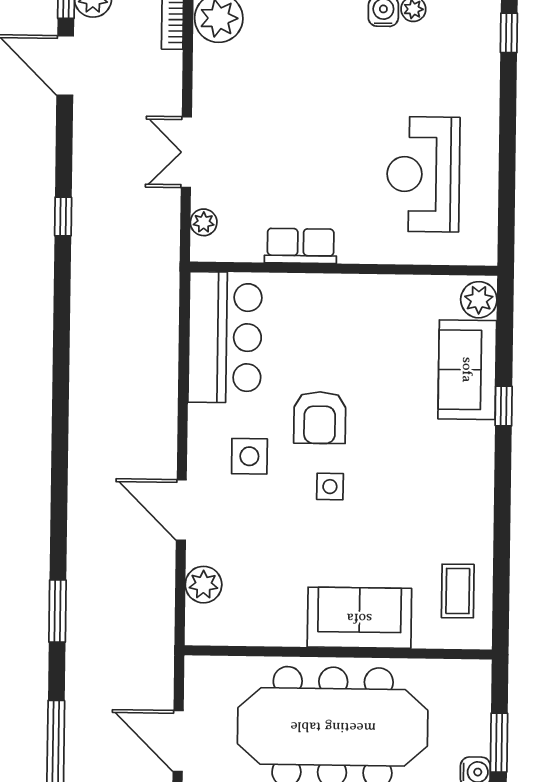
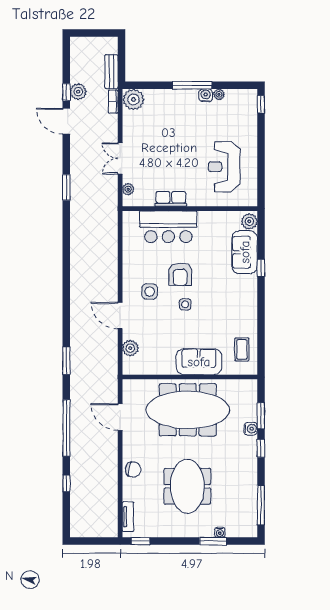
window: (63, 216) -> (66, 187), width x1.50
bar counter: (225, 337) -> (168, 227), moved, turned 90

